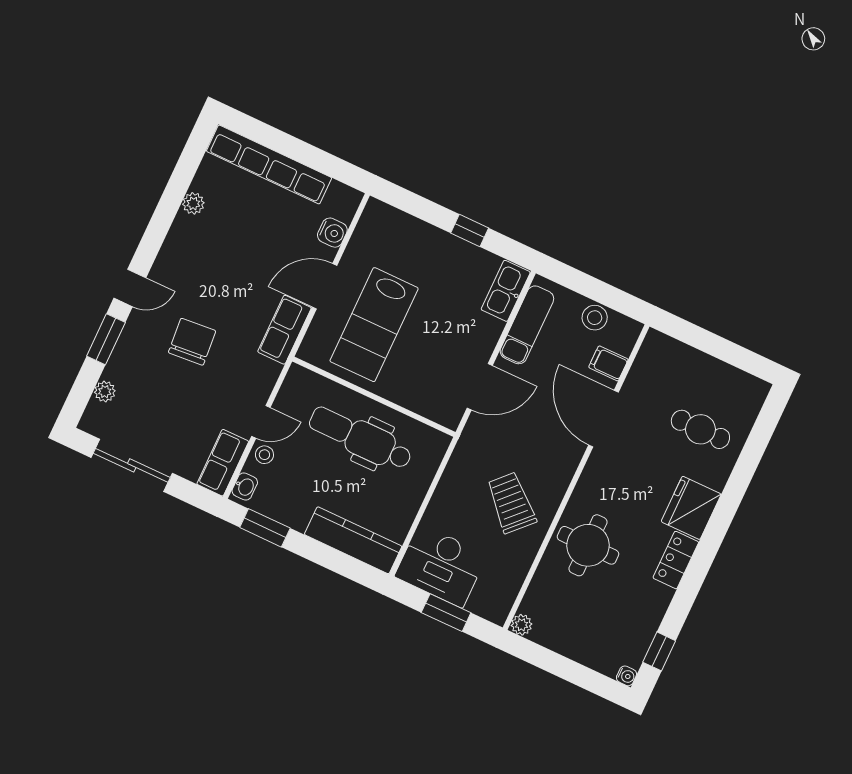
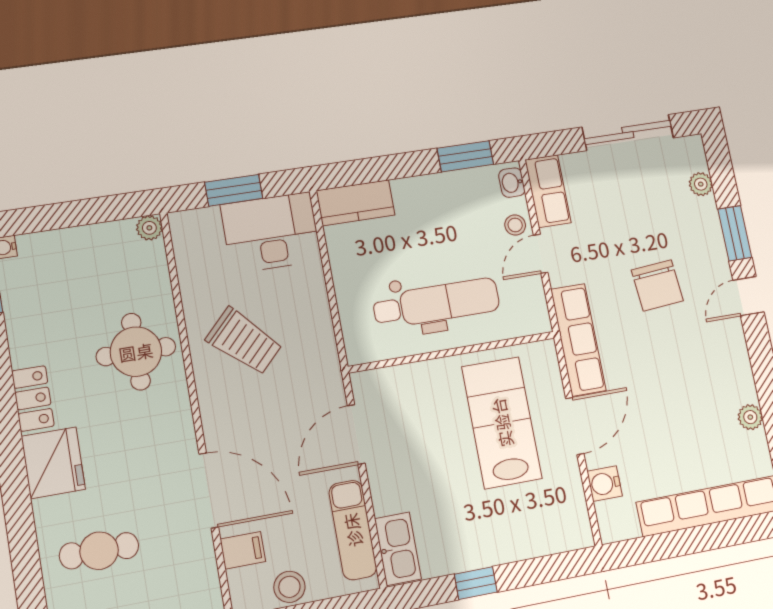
row of seats: (284, 330) -> (578, 340), width x1.48
kitchen counter: (353, 540) -> (356, 203), width x0.67

